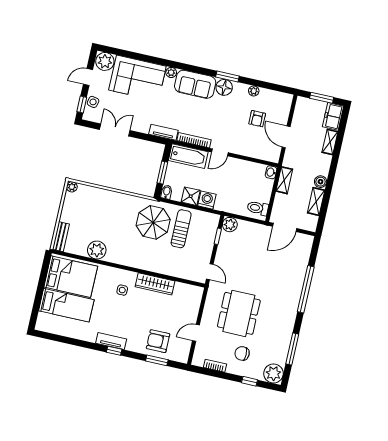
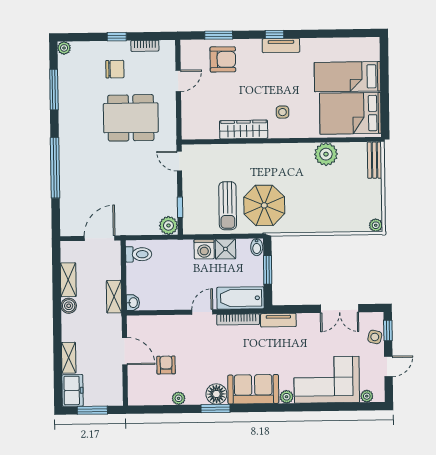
plant: (105, 61) -> (367, 396), width x0.53, depth x0.53
dining table: (239, 313) -> (131, 118), turned 90
plant: (273, 373) -> (64, 48), width x0.53, depth x0.53
window: (249, 381) -> (117, 37), moved

